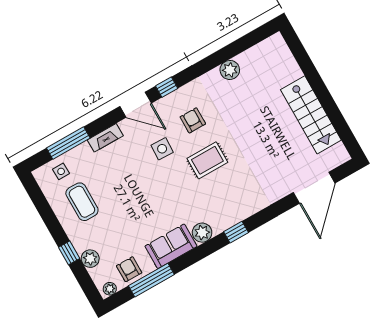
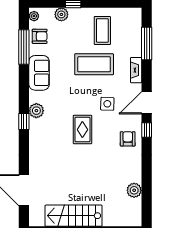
plant: (230, 70) -> (134, 190), moved
armchair: (193, 120) -> (128, 139), moved, turned -90
side table: (61, 171) -> (130, 28), removed
coffee table: (126, 189) -> (94, 64), added
coffee table: (82, 202) -> (102, 30), turned 90
plant: (202, 233) -> (36, 111), moved

